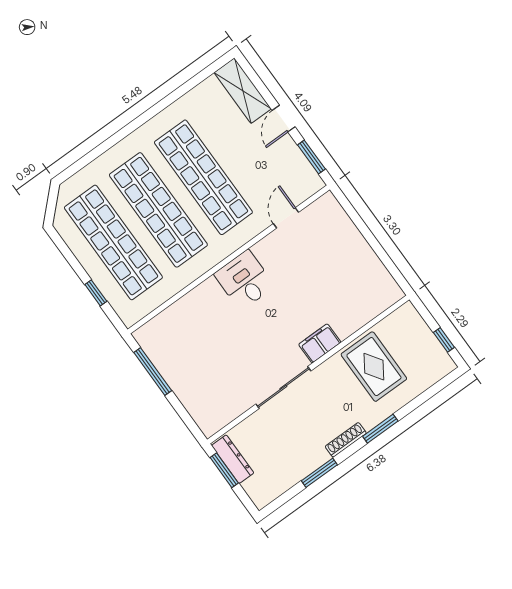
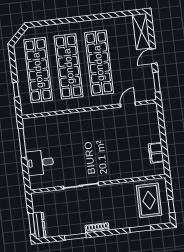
desk: (244, 280) -> (40, 163), moved, turned -90
filing cabinet: (320, 343) -> (156, 153), moved, turned -90
rug: (374, 367) -> (149, 200), moved
window: (380, 429) -> (140, 229), moved
dresser: (233, 459) -> (39, 225), moved
window: (224, 470) -> (32, 224), moved

